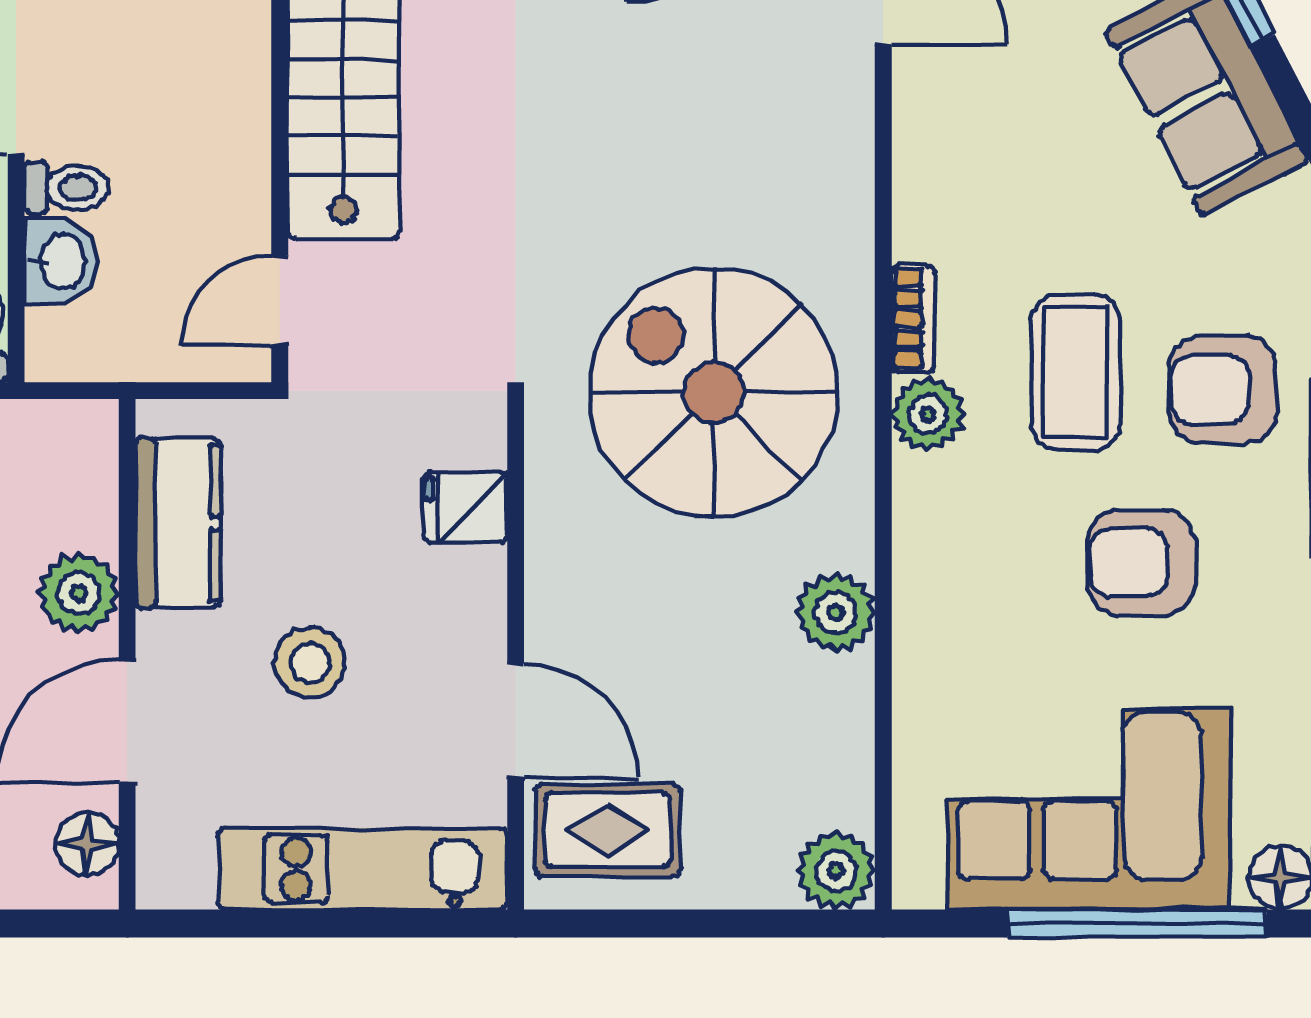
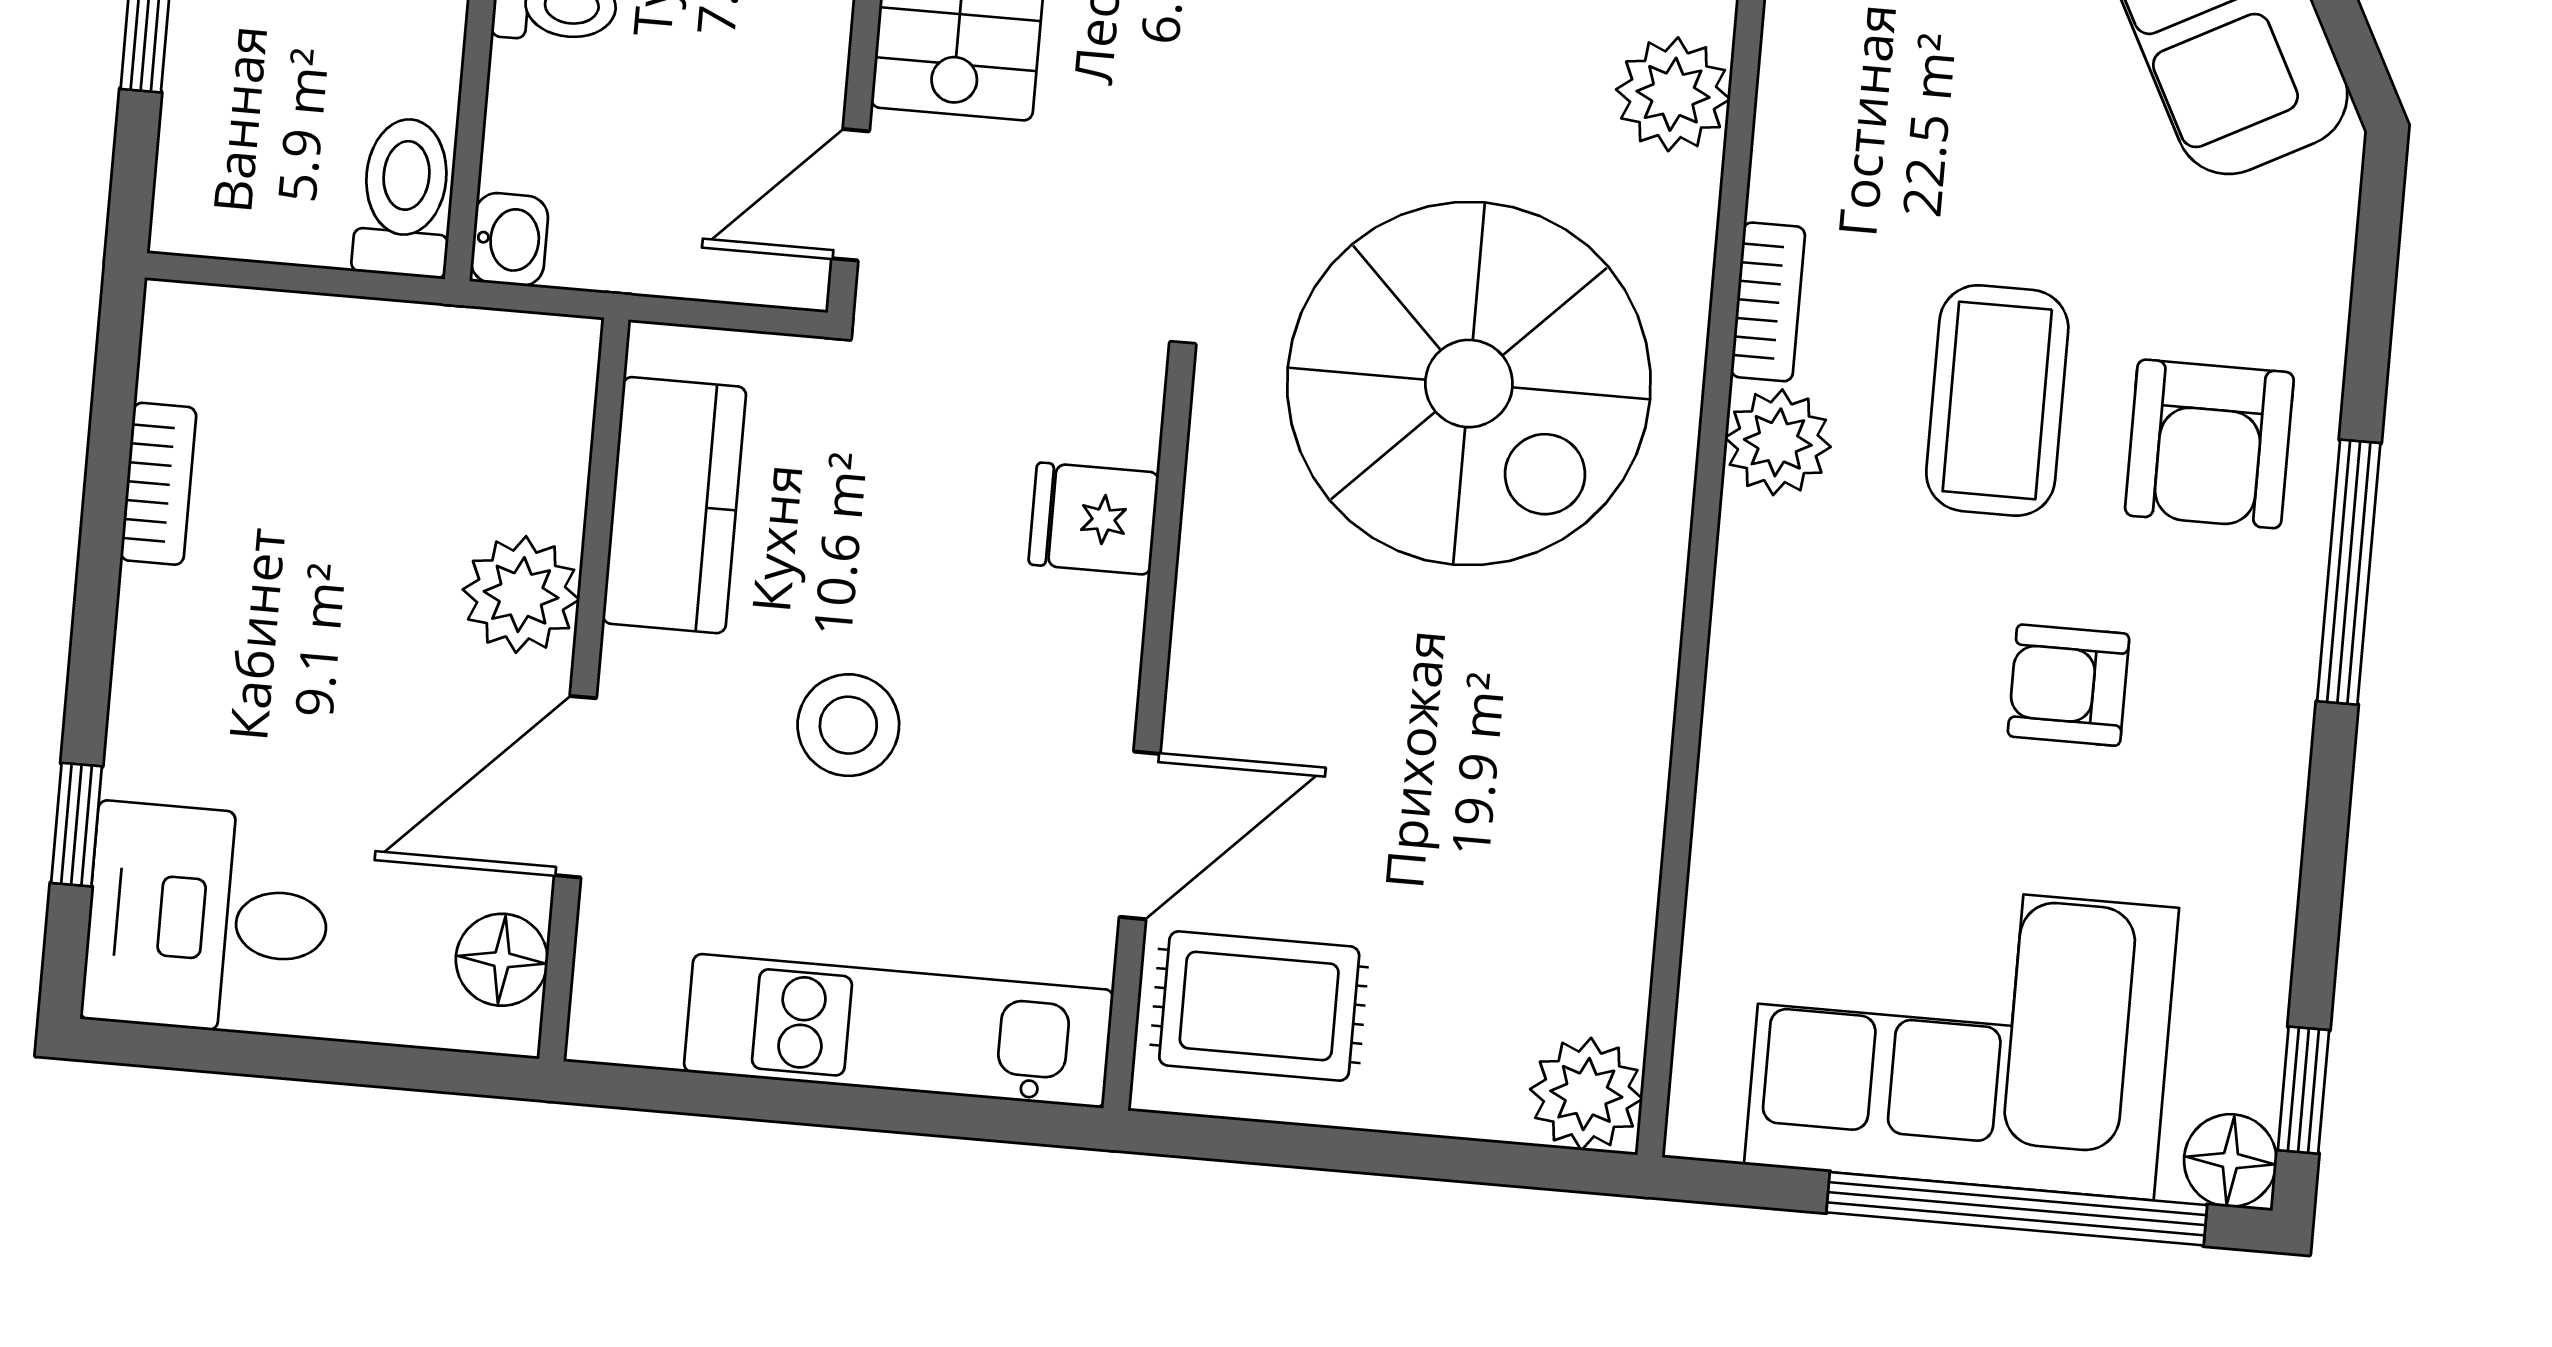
washbasin: (61, 262) -> (510, 239), moved, width x0.72, depth x0.69
armchair: (1223, 389) -> (2209, 444), turned -90
spiral stairs: (714, 392) -> (1469, 384), turned 180
armchair: (1141, 563) -> (2069, 685), width x0.72, depth x0.72
plant: (836, 612) -> (1673, 94), moved
door: (516, 721) -> (1140, 835), hinge flipped

